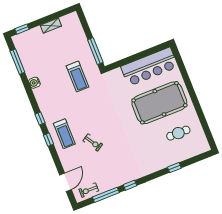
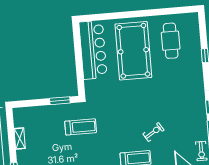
window: (95, 51) -> (60, 101), width x0.69
cafe table: (178, 133) -> (171, 41), width x1.37, depth x1.35

